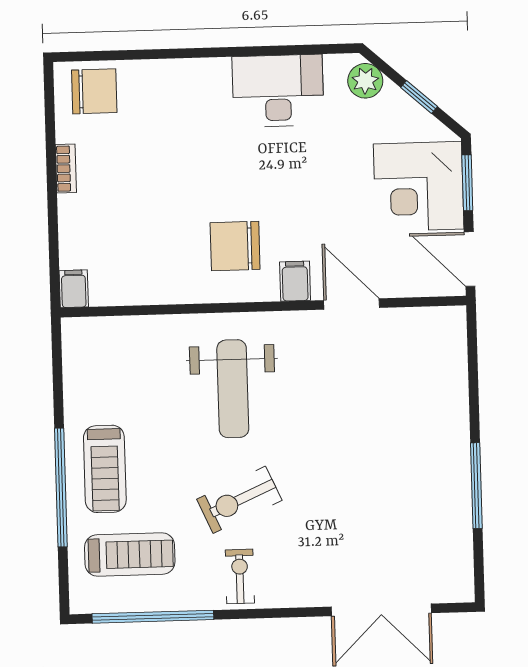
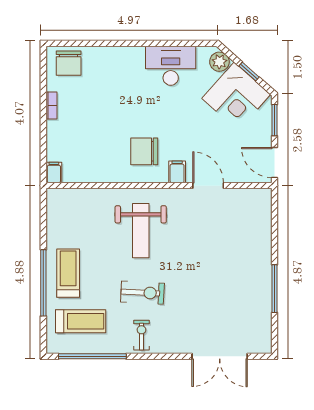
chair: (94, 91) -> (69, 63), turned 90
corner desk: (419, 186) -> (236, 96), moved, turned -48
treadmill: (105, 469) -> (68, 273), turned 180
exercise bike: (239, 500) -> (142, 293), turned -153

